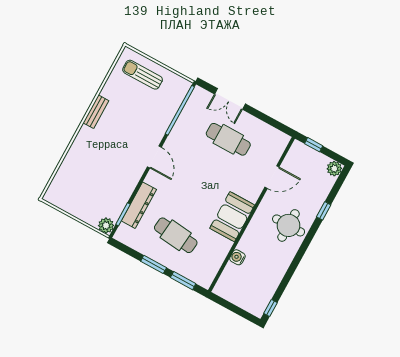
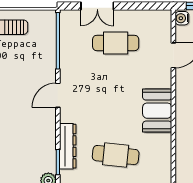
door: (154, 157) -> (58, 95), swing flipped
water cooler: (237, 257) -> (182, 18), moved

